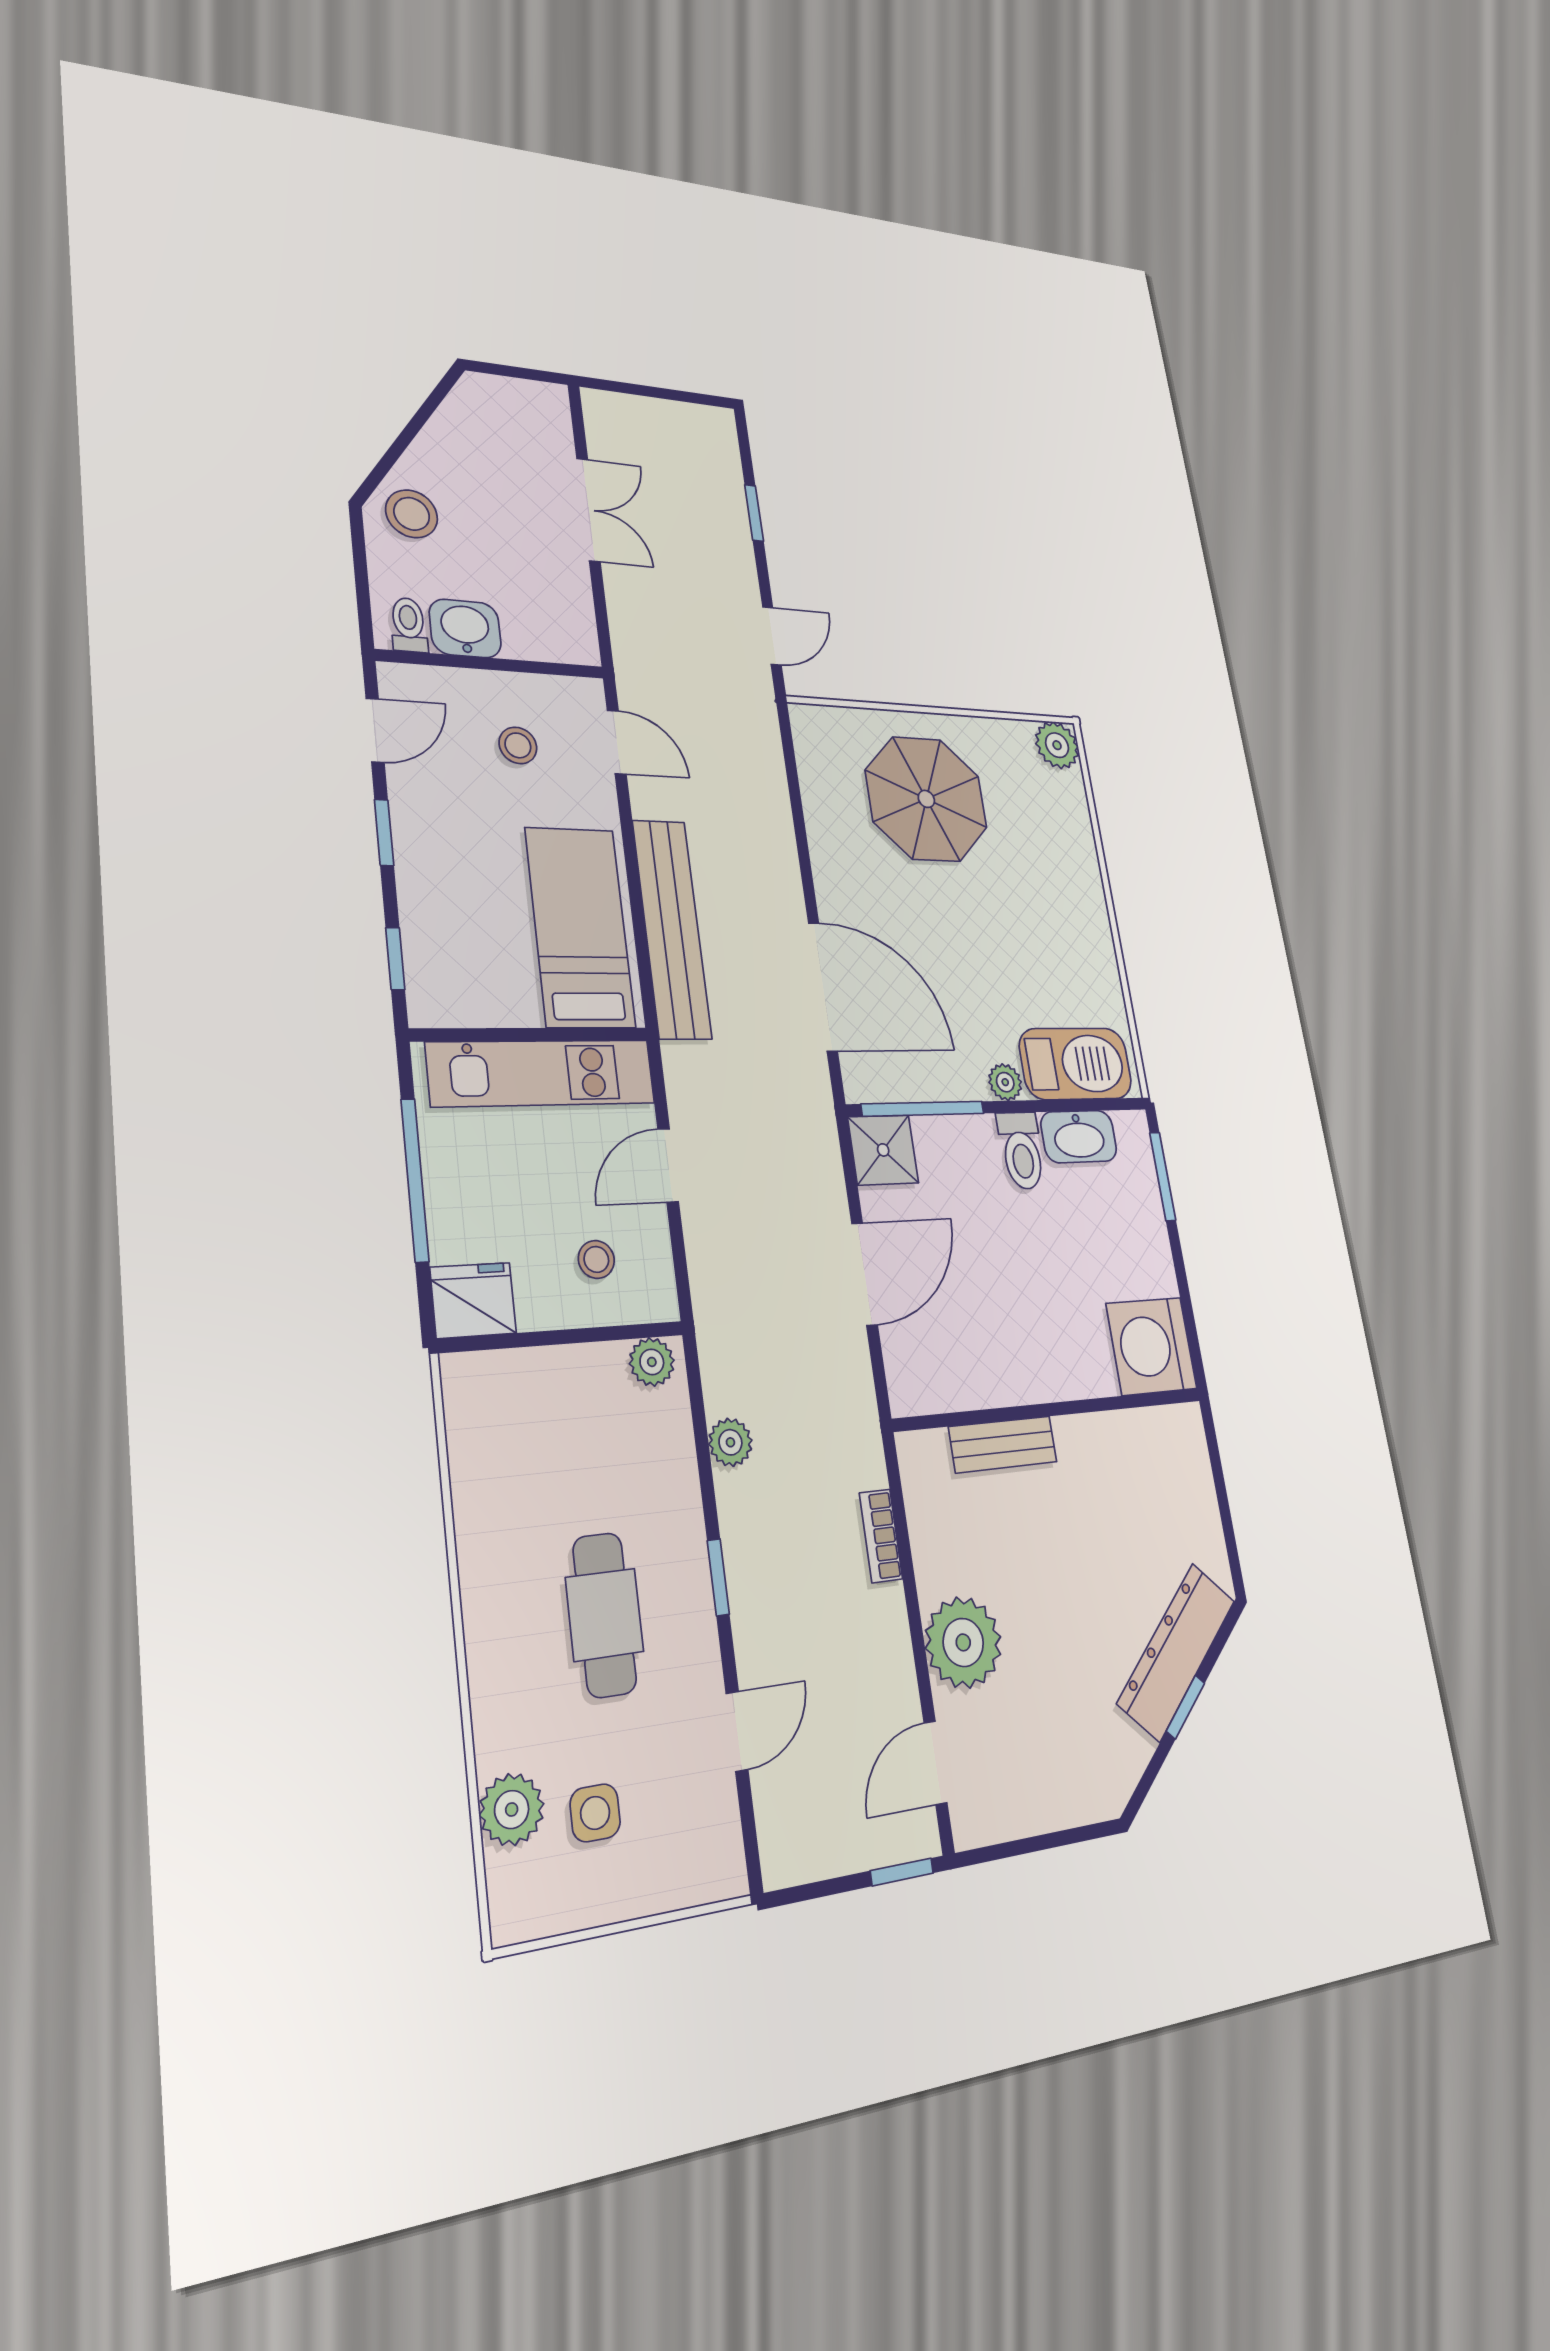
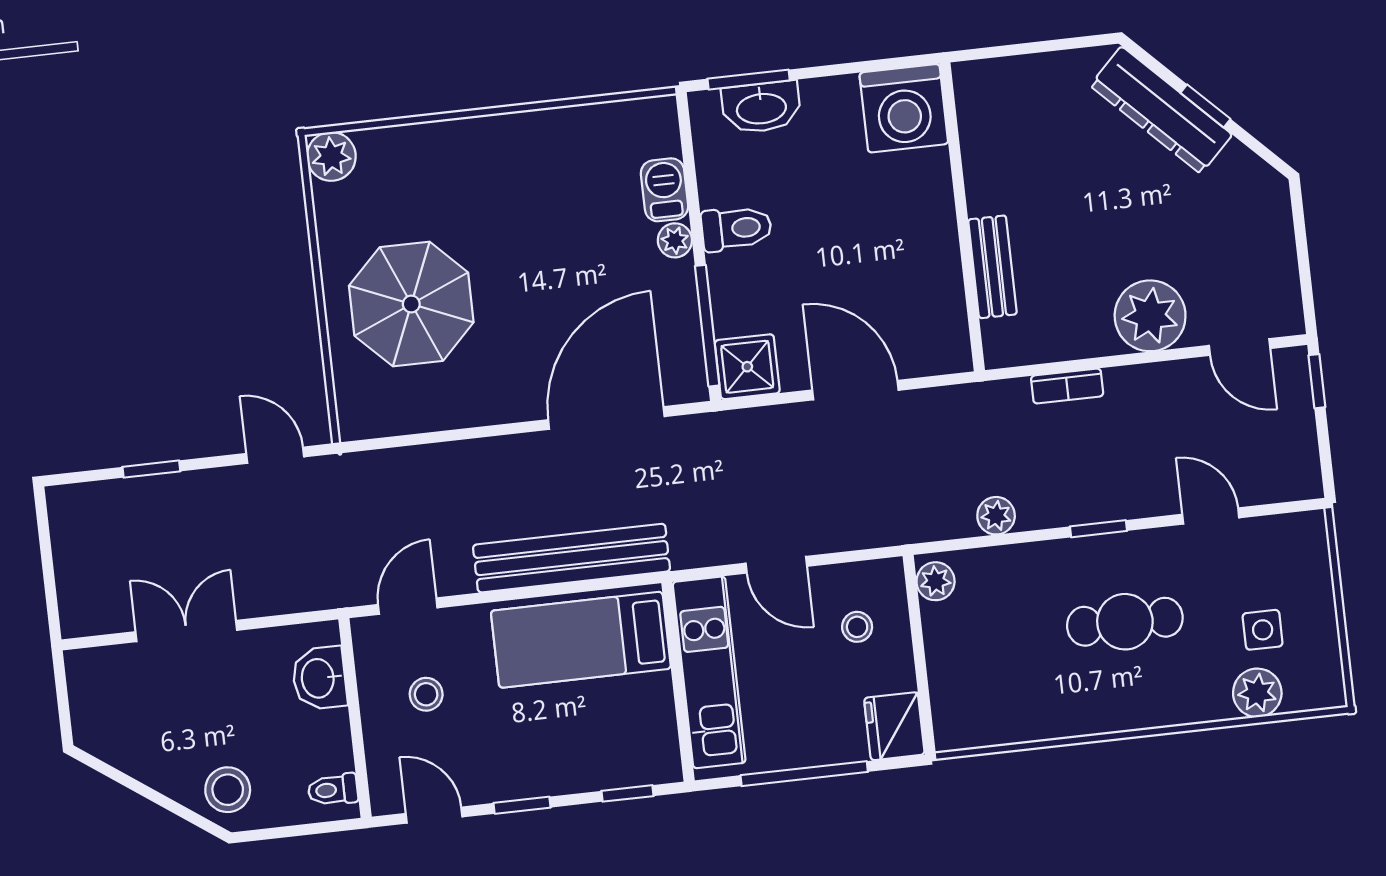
washbasin: (465, 628) -> (319, 678), moved
barbecue: (1076, 1064) -> (665, 190), width x0.53, depth x0.65
washbasin: (1079, 1137) -> (761, 107), moved, turned 90

